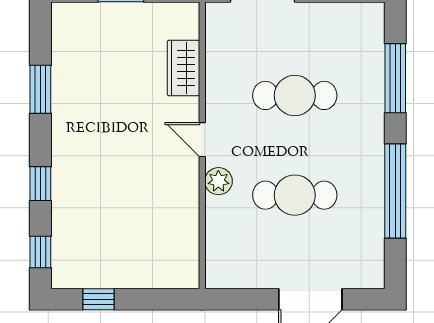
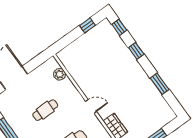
plant: (218, 181) -> (60, 74), moved
cafe table: (295, 195) -> (45, 110), width x0.73, depth x0.74

